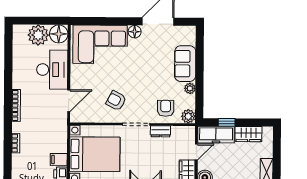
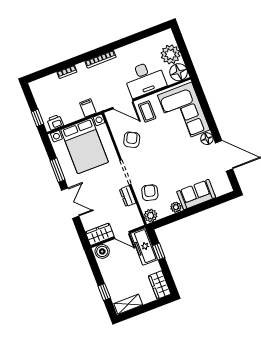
coffee table: (85, 80) -> (147, 111), added
armchair: (116, 101) -> (132, 140), moved
armchair: (166, 108) -> (150, 193), turned -75
wardrobe: (248, 134) -> (160, 285), moved
filing cabinet: (59, 160) -> (88, 108), moved

